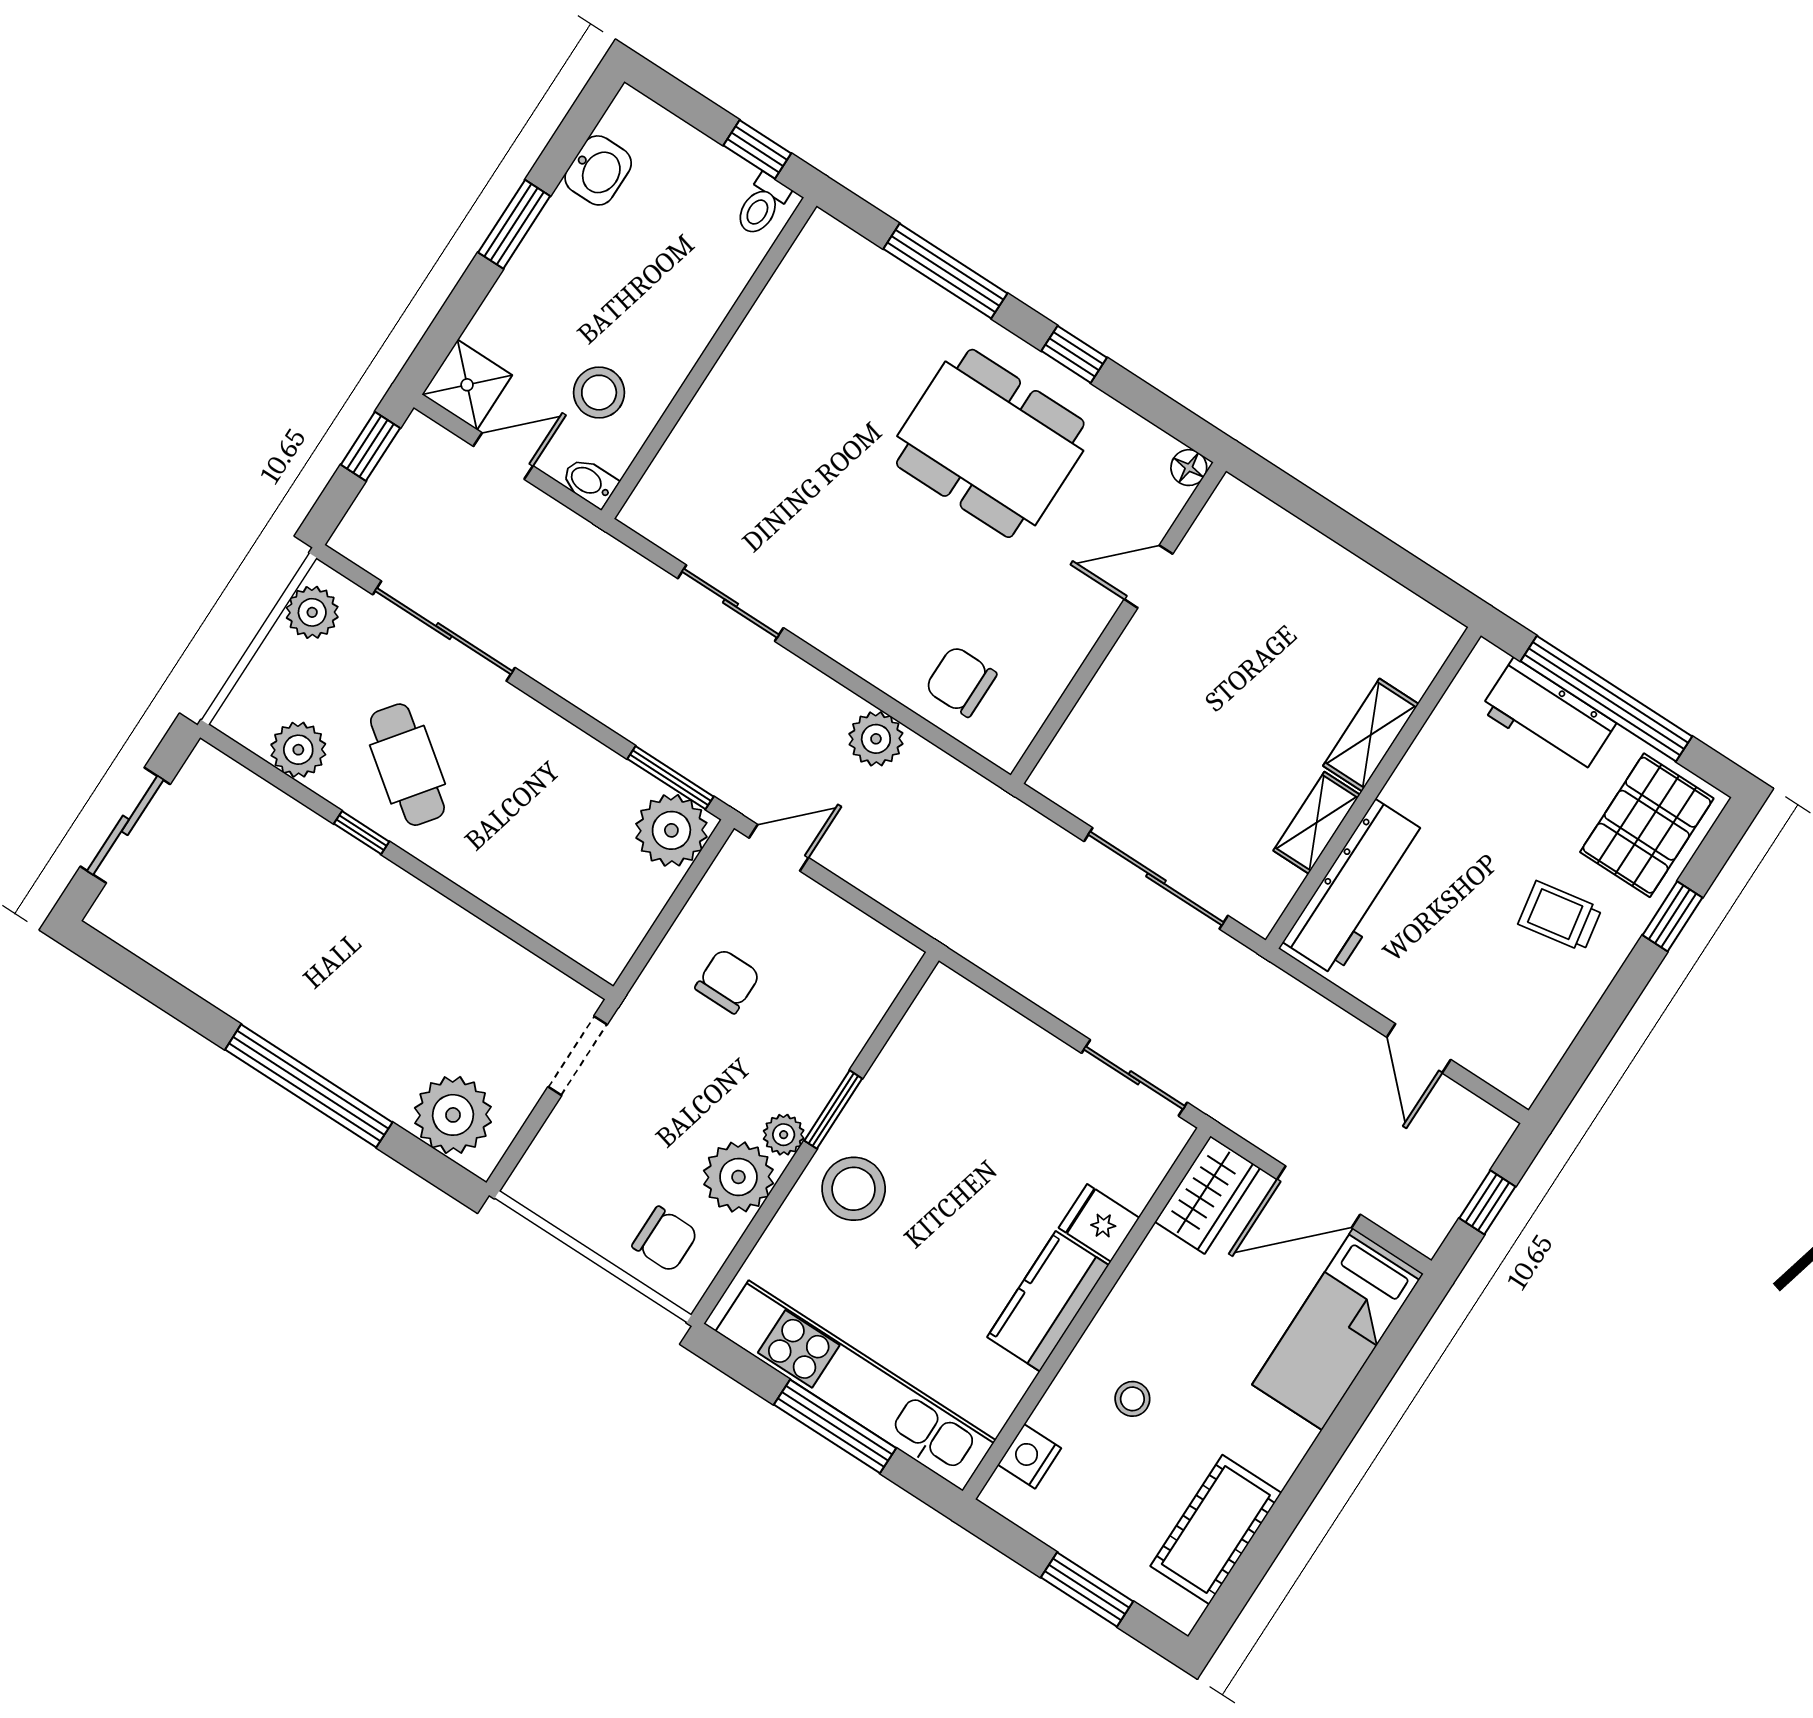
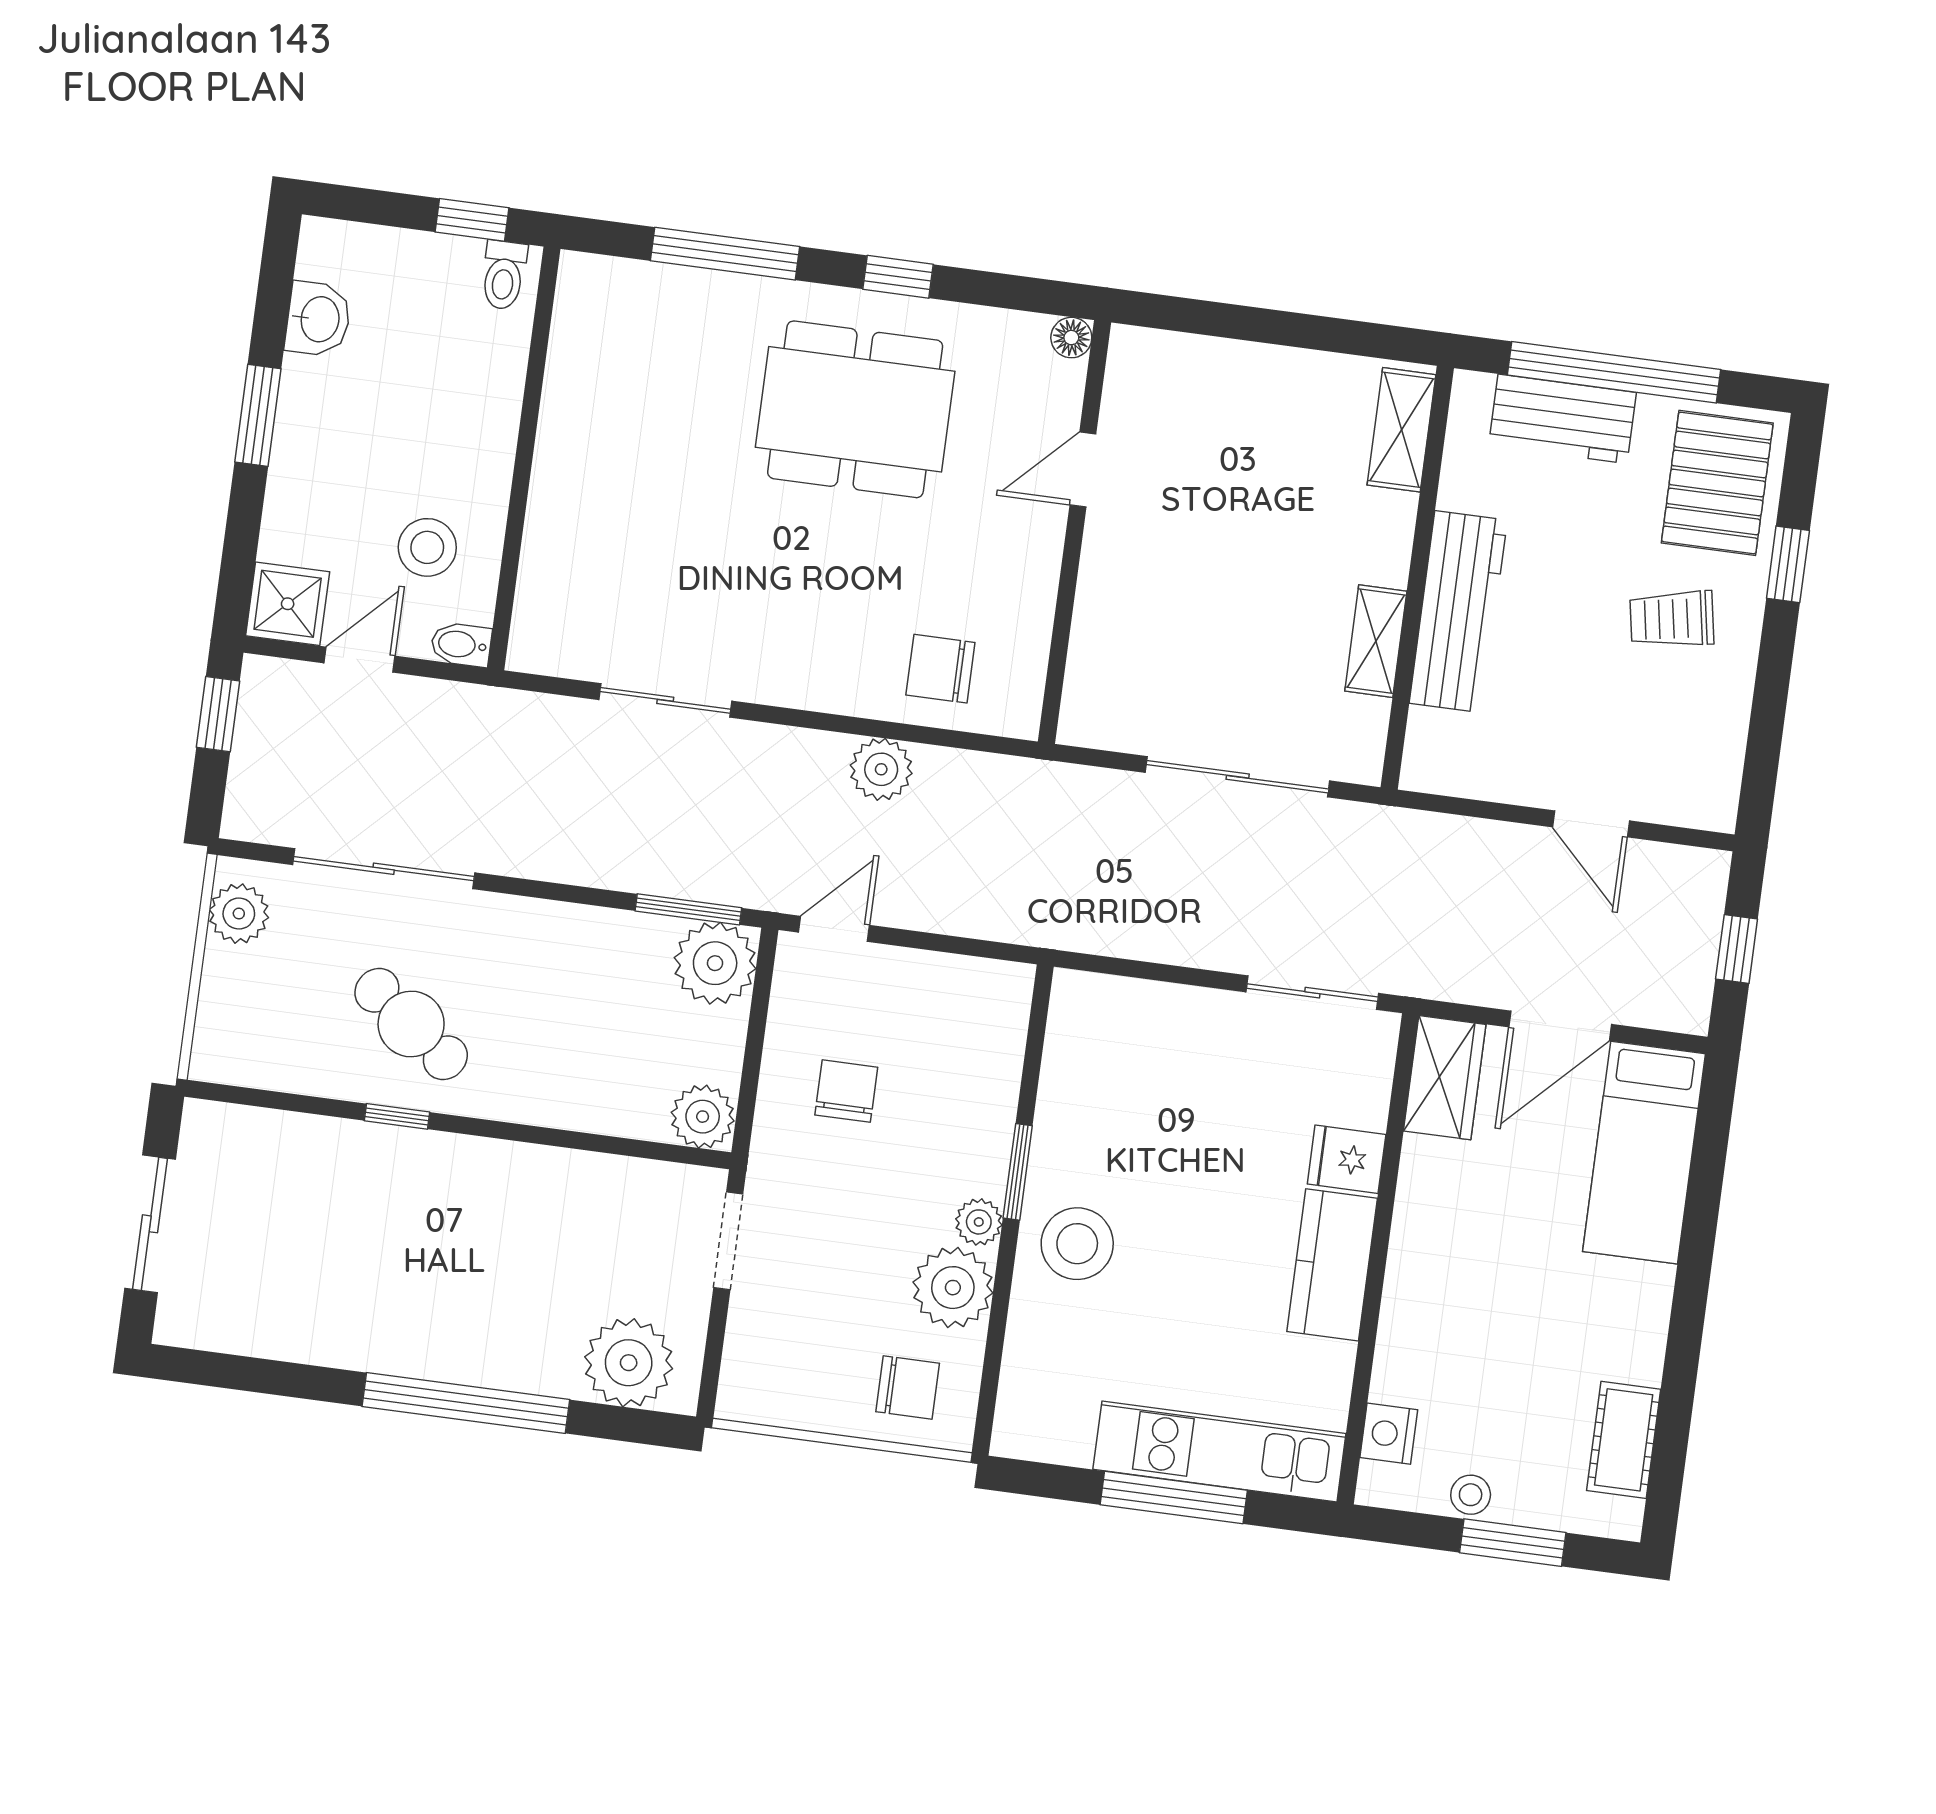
shelving: (1371, 735) -> (1401, 430), moved
plant: (298, 750) -> (703, 1117), moved
workbench: (1356, 888) -> (1458, 612), moved
kitchen unit: (856, 1386) -> (1219, 1451), width x0.73
stool: (1132, 1399) -> (1471, 1495), moved
cot: (1216, 1530) -> (1624, 1440), width x0.73, depth x0.75

